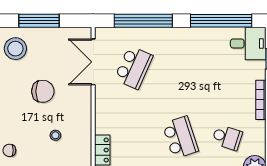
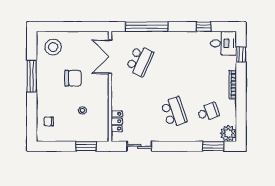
window: (39, 21) -> (70, 27), removed
window: (221, 21) -> (204, 27), width x0.32
school desk: (227, 137) -> (208, 112), turned -39

